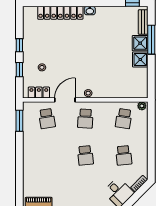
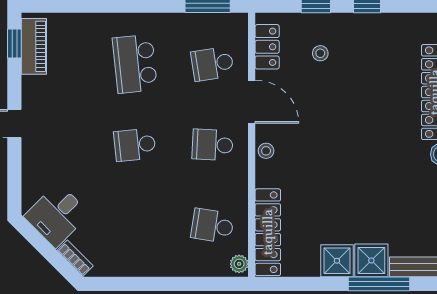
locker: (127, 92) -> (268, 232), added
school desk: (124, 155) -> (135, 64), moved, width x1.85

